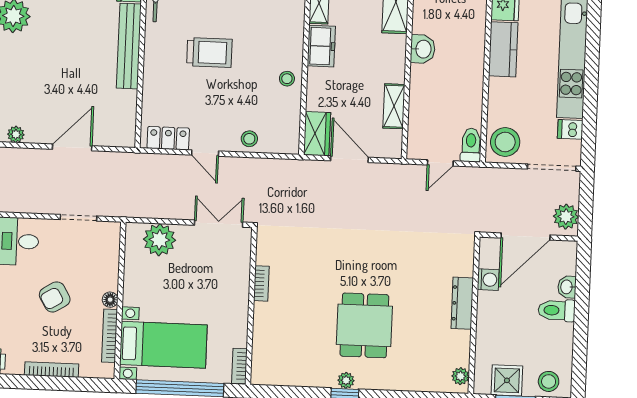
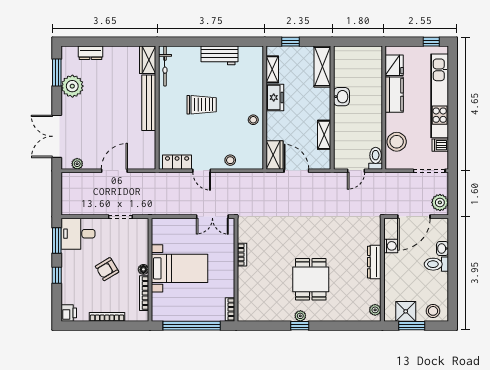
stool: (505, 142) -> (397, 142), moved
double door: (219, 224) -> (212, 217), swing flipped
plant: (159, 240) -> (174, 229), removed
bed with nightstands: (163, 345) -> (180, 268), moved

